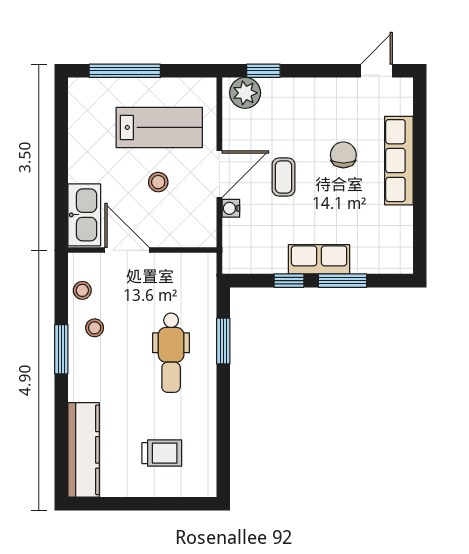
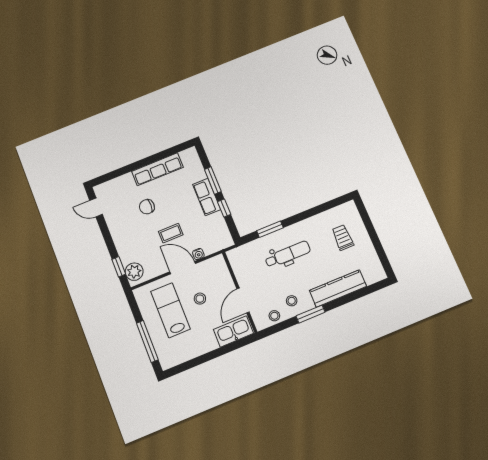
row of seats: (399, 161) -> (157, 169), moved
kitchen counter: (84, 450) -> (338, 288), moved

